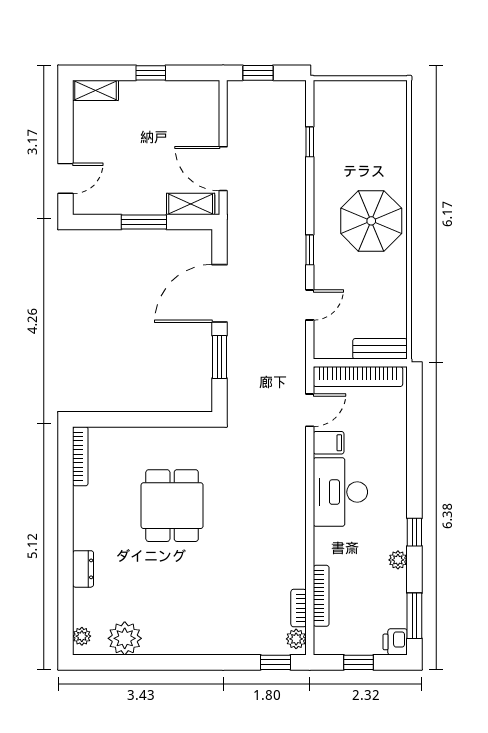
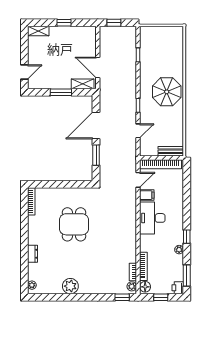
plant: (125, 638) -> (70, 286), moved
floor lamp: (325, 640) -> (145, 287), added

